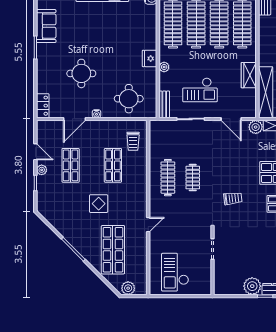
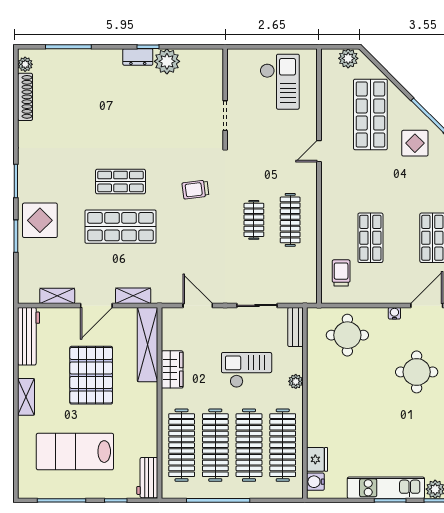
fridge: (150, 58) -> (317, 459), moved
checkout: (200, 90) -> (247, 370), moved
plant: (256, 127) -> (162, 294), removed
display table: (99, 204) -> (415, 143), moved

